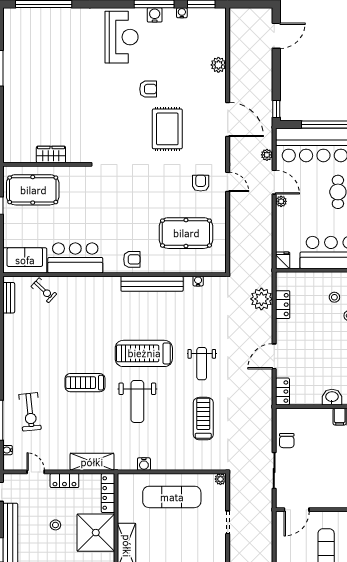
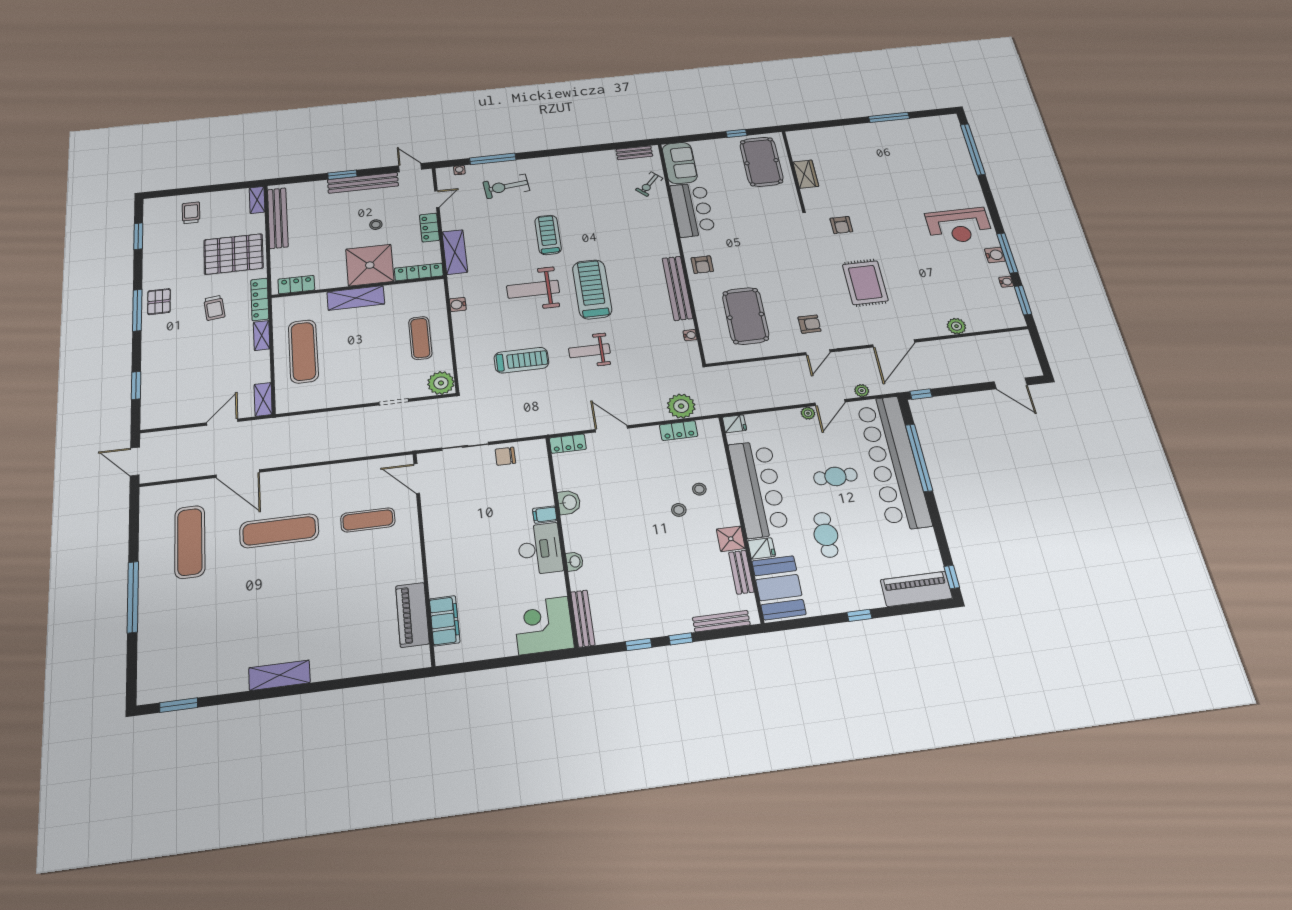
armchair: (148, 89) -> (841, 225), moved
rug: (167, 129) -> (865, 283), turned 90
plant: (220, 479) -> (441, 383), width x1.87, depth x1.87
exercise mat: (172, 497) -> (420, 338), width x0.73, depth x0.69

